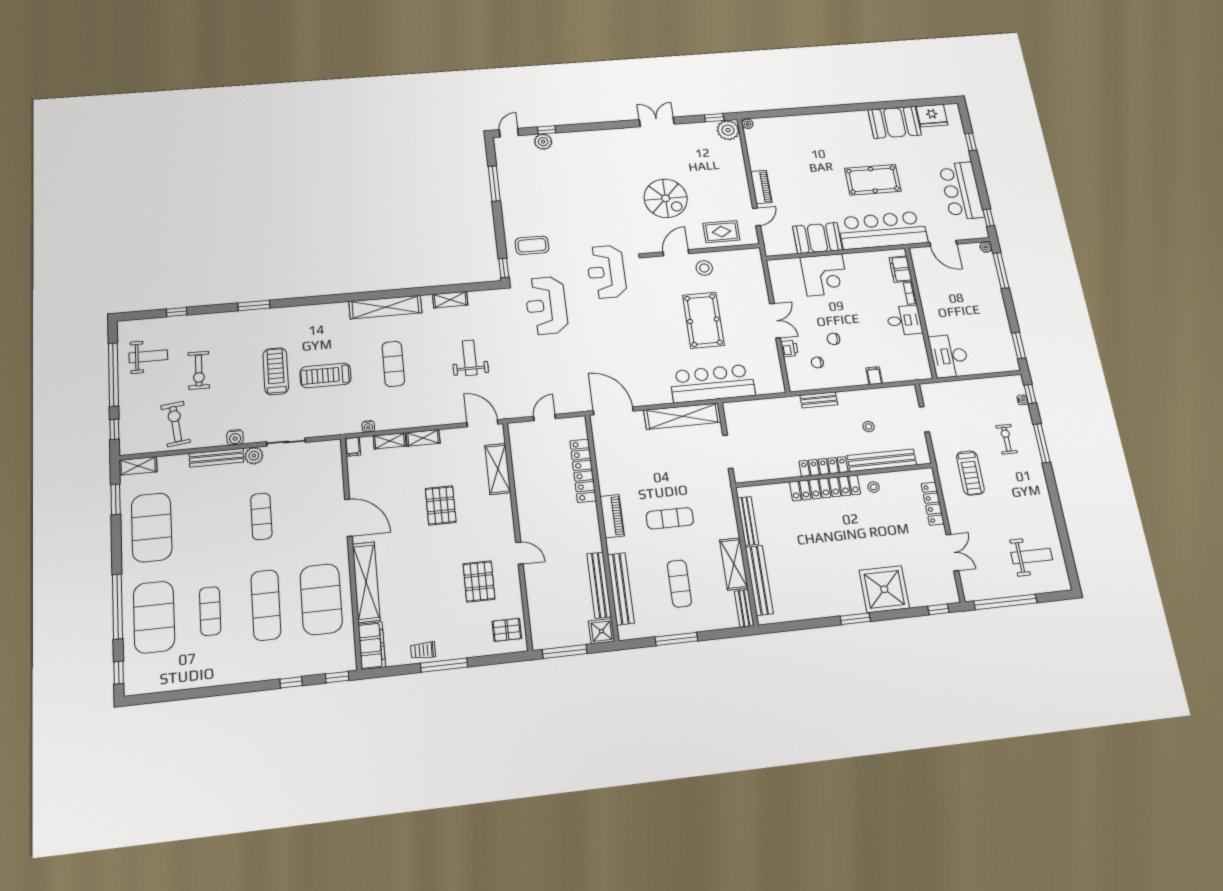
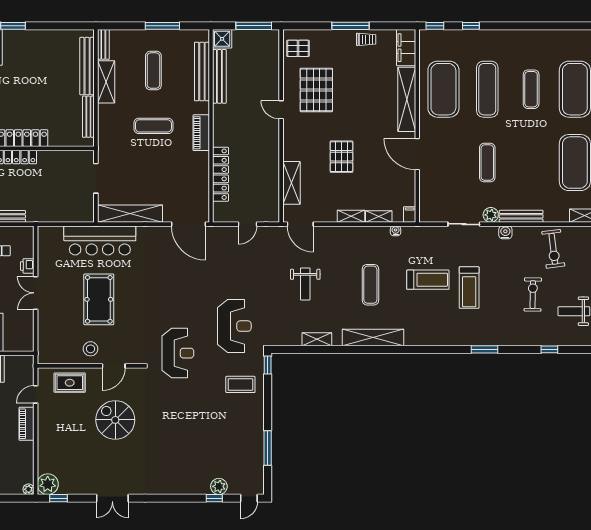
pallet: (479, 581) -> (316, 90), width x1.37, depth x1.41

